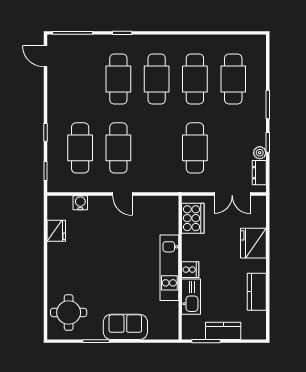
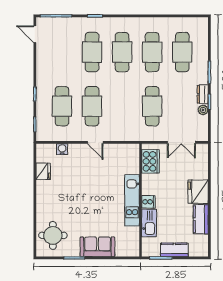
dresser: (259, 173) -> (203, 94), moved
fridge: (253, 243) -> (198, 192), moved

